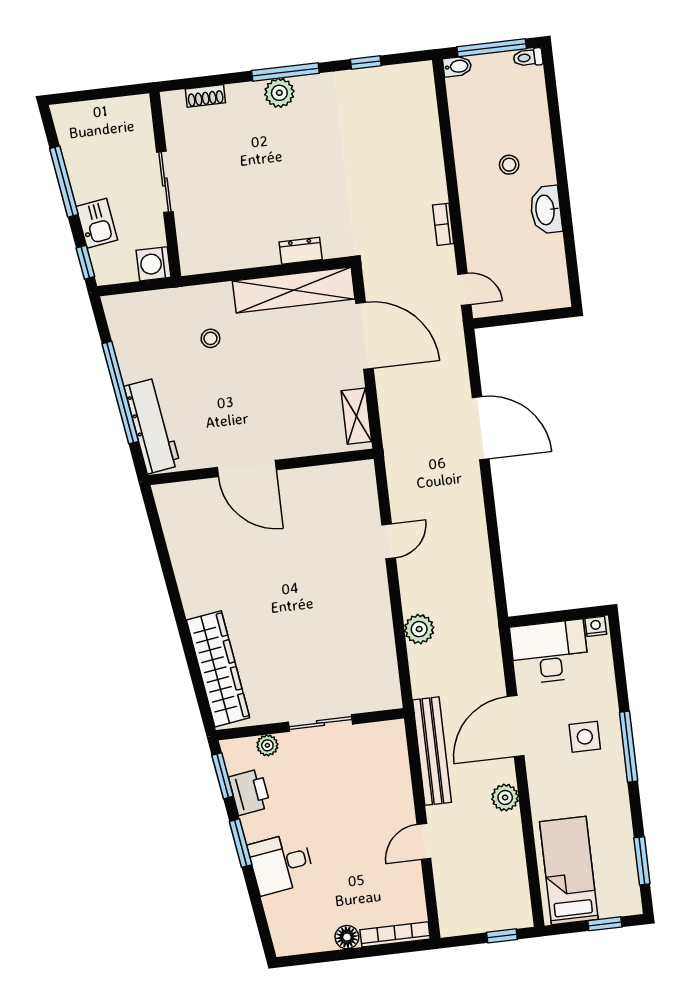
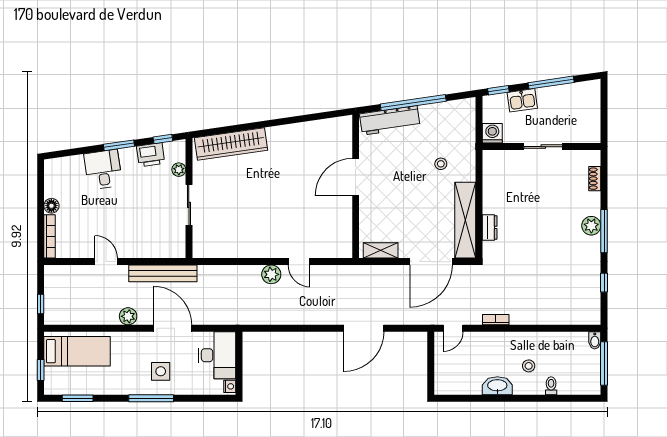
toilet: (528, 58) -> (551, 386), moved
plant: (419, 629) -> (271, 274), moved
window: (223, 776) -> (163, 139), width x0.67

